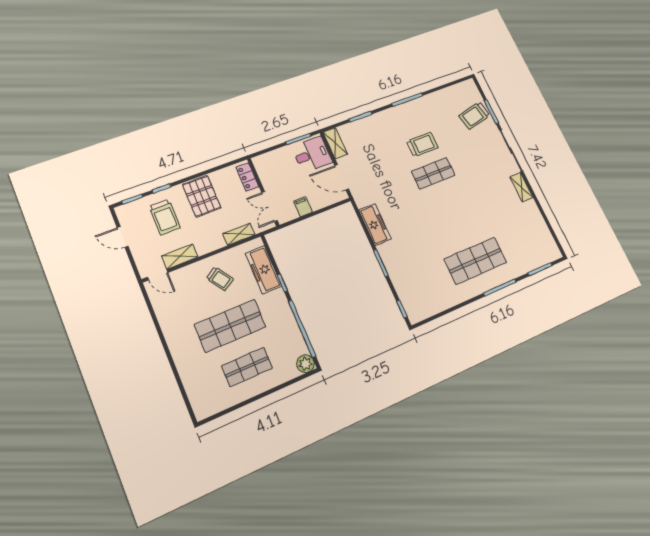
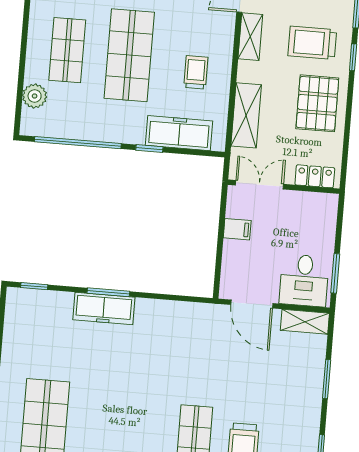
door: (342, 177) -> (252, 304), swing flipped
pallet: (202, 196) -> (317, 103), turned 90
freezer: (375, 225) -> (104, 309), moved
shelving: (239, 234) -> (246, 115), width x1.50, depth x1.33
trolley: (220, 279) -> (196, 72), turned 123
plant: (305, 364) -> (35, 96), moved

